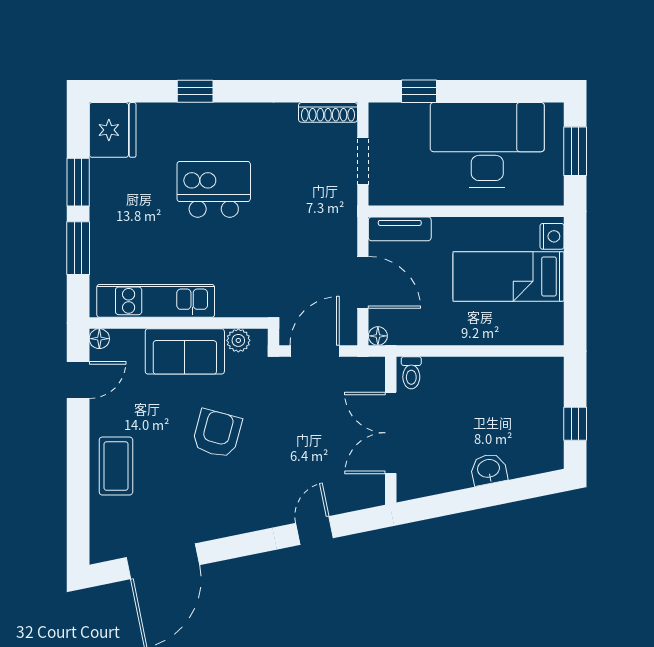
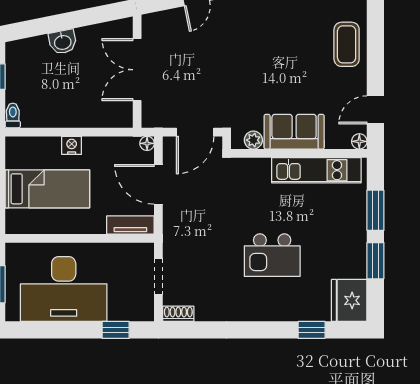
window: (195, 91) -> (312, 330), moved
shoe rack: (328, 112) -> (178, 314), width x0.70
nightstand: (552, 236) -> (72, 145), moved, turned 90
toilet: (411, 373) -> (13, 115), moved
double door: (391, 433) -> (137, 70), swing flipped
armchair: (217, 434) -> (270, 69), removed

